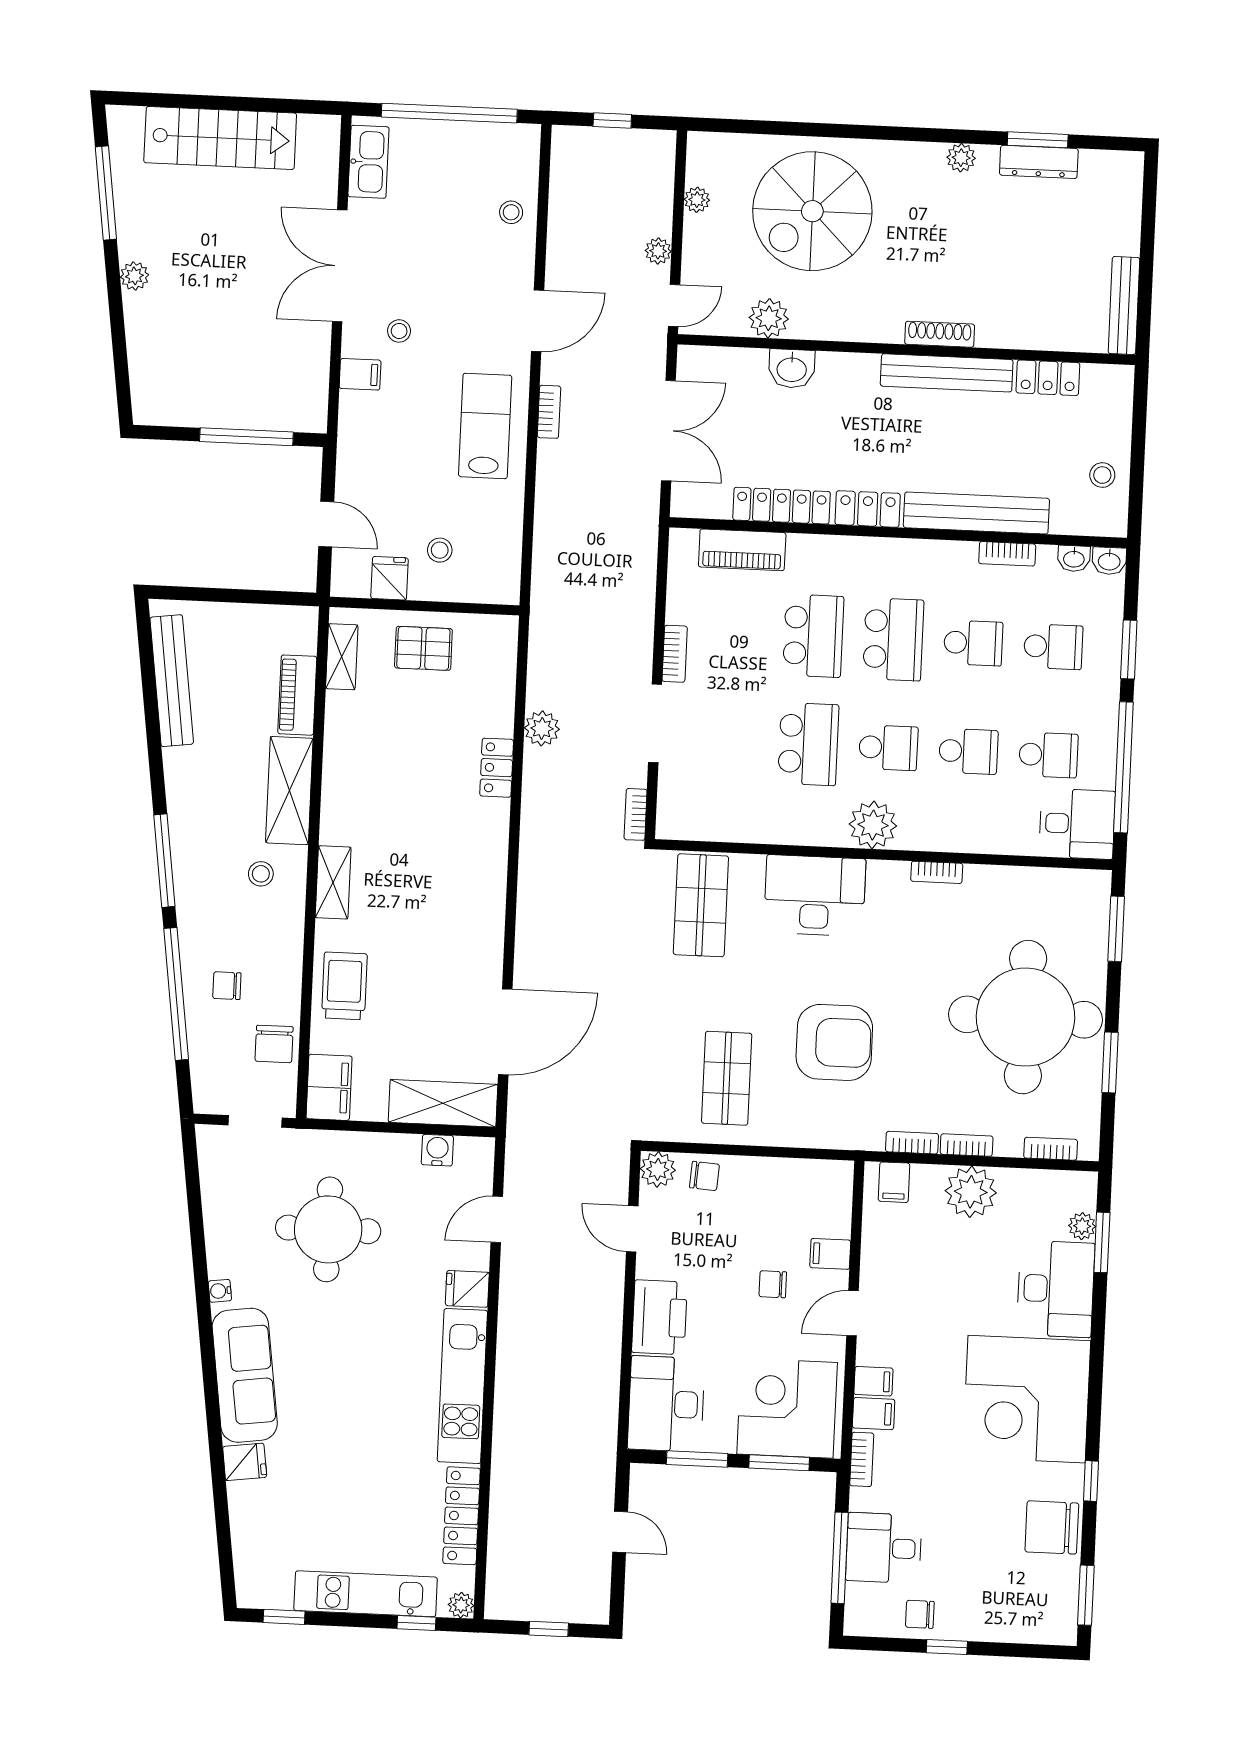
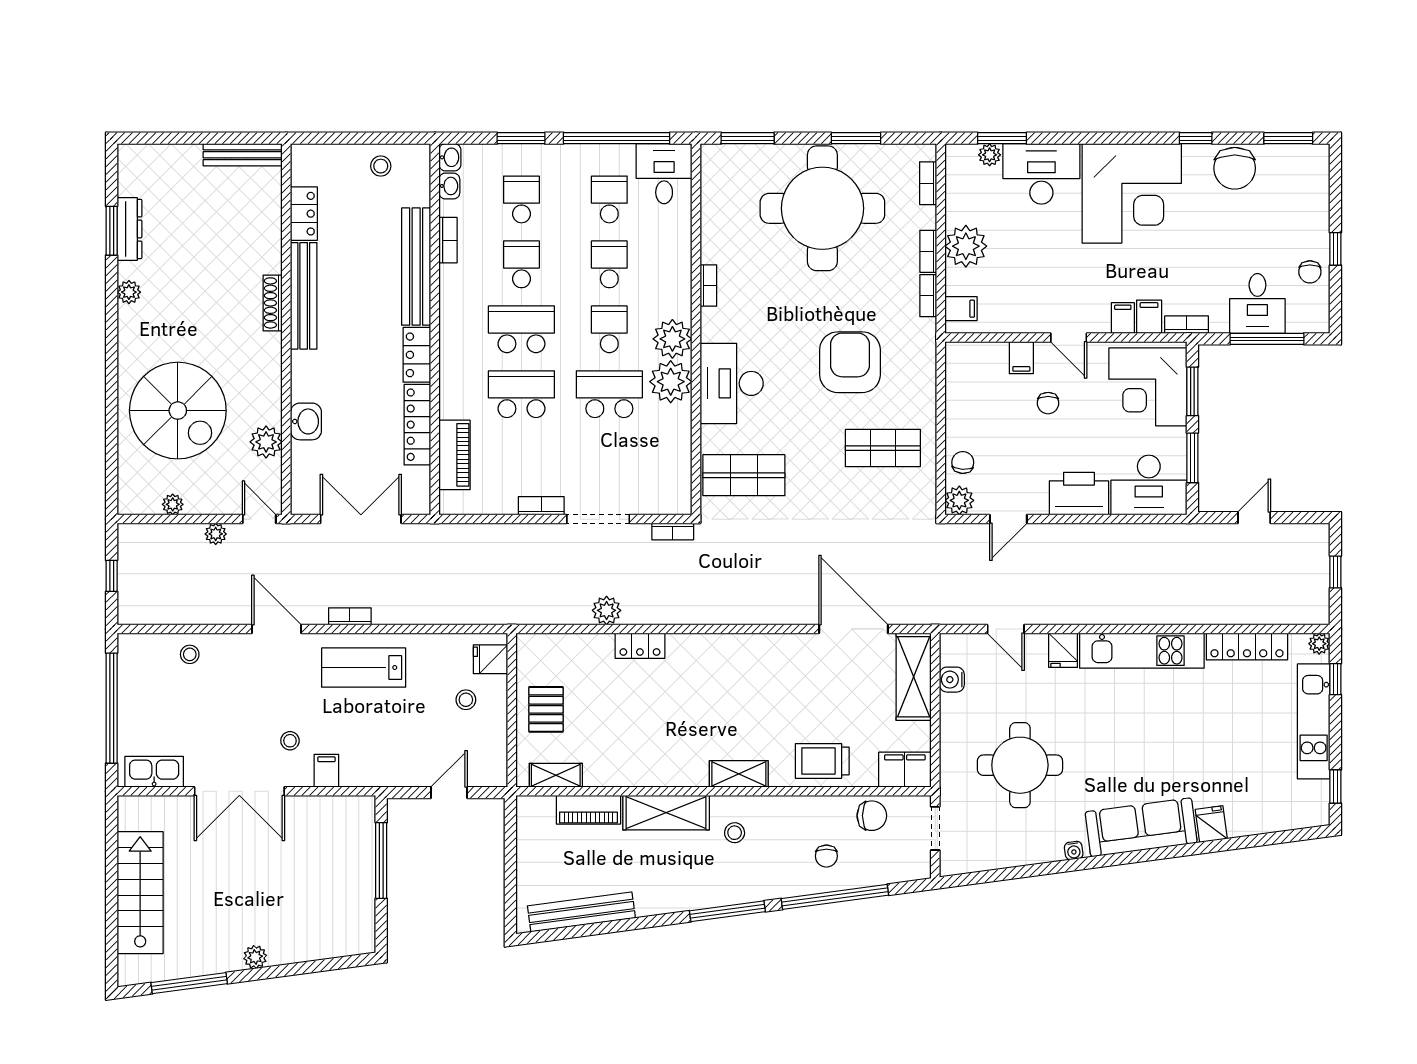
fridge: (389, 578) -> (490, 659), moved
plant: (820, 820) -> (671, 382), added

